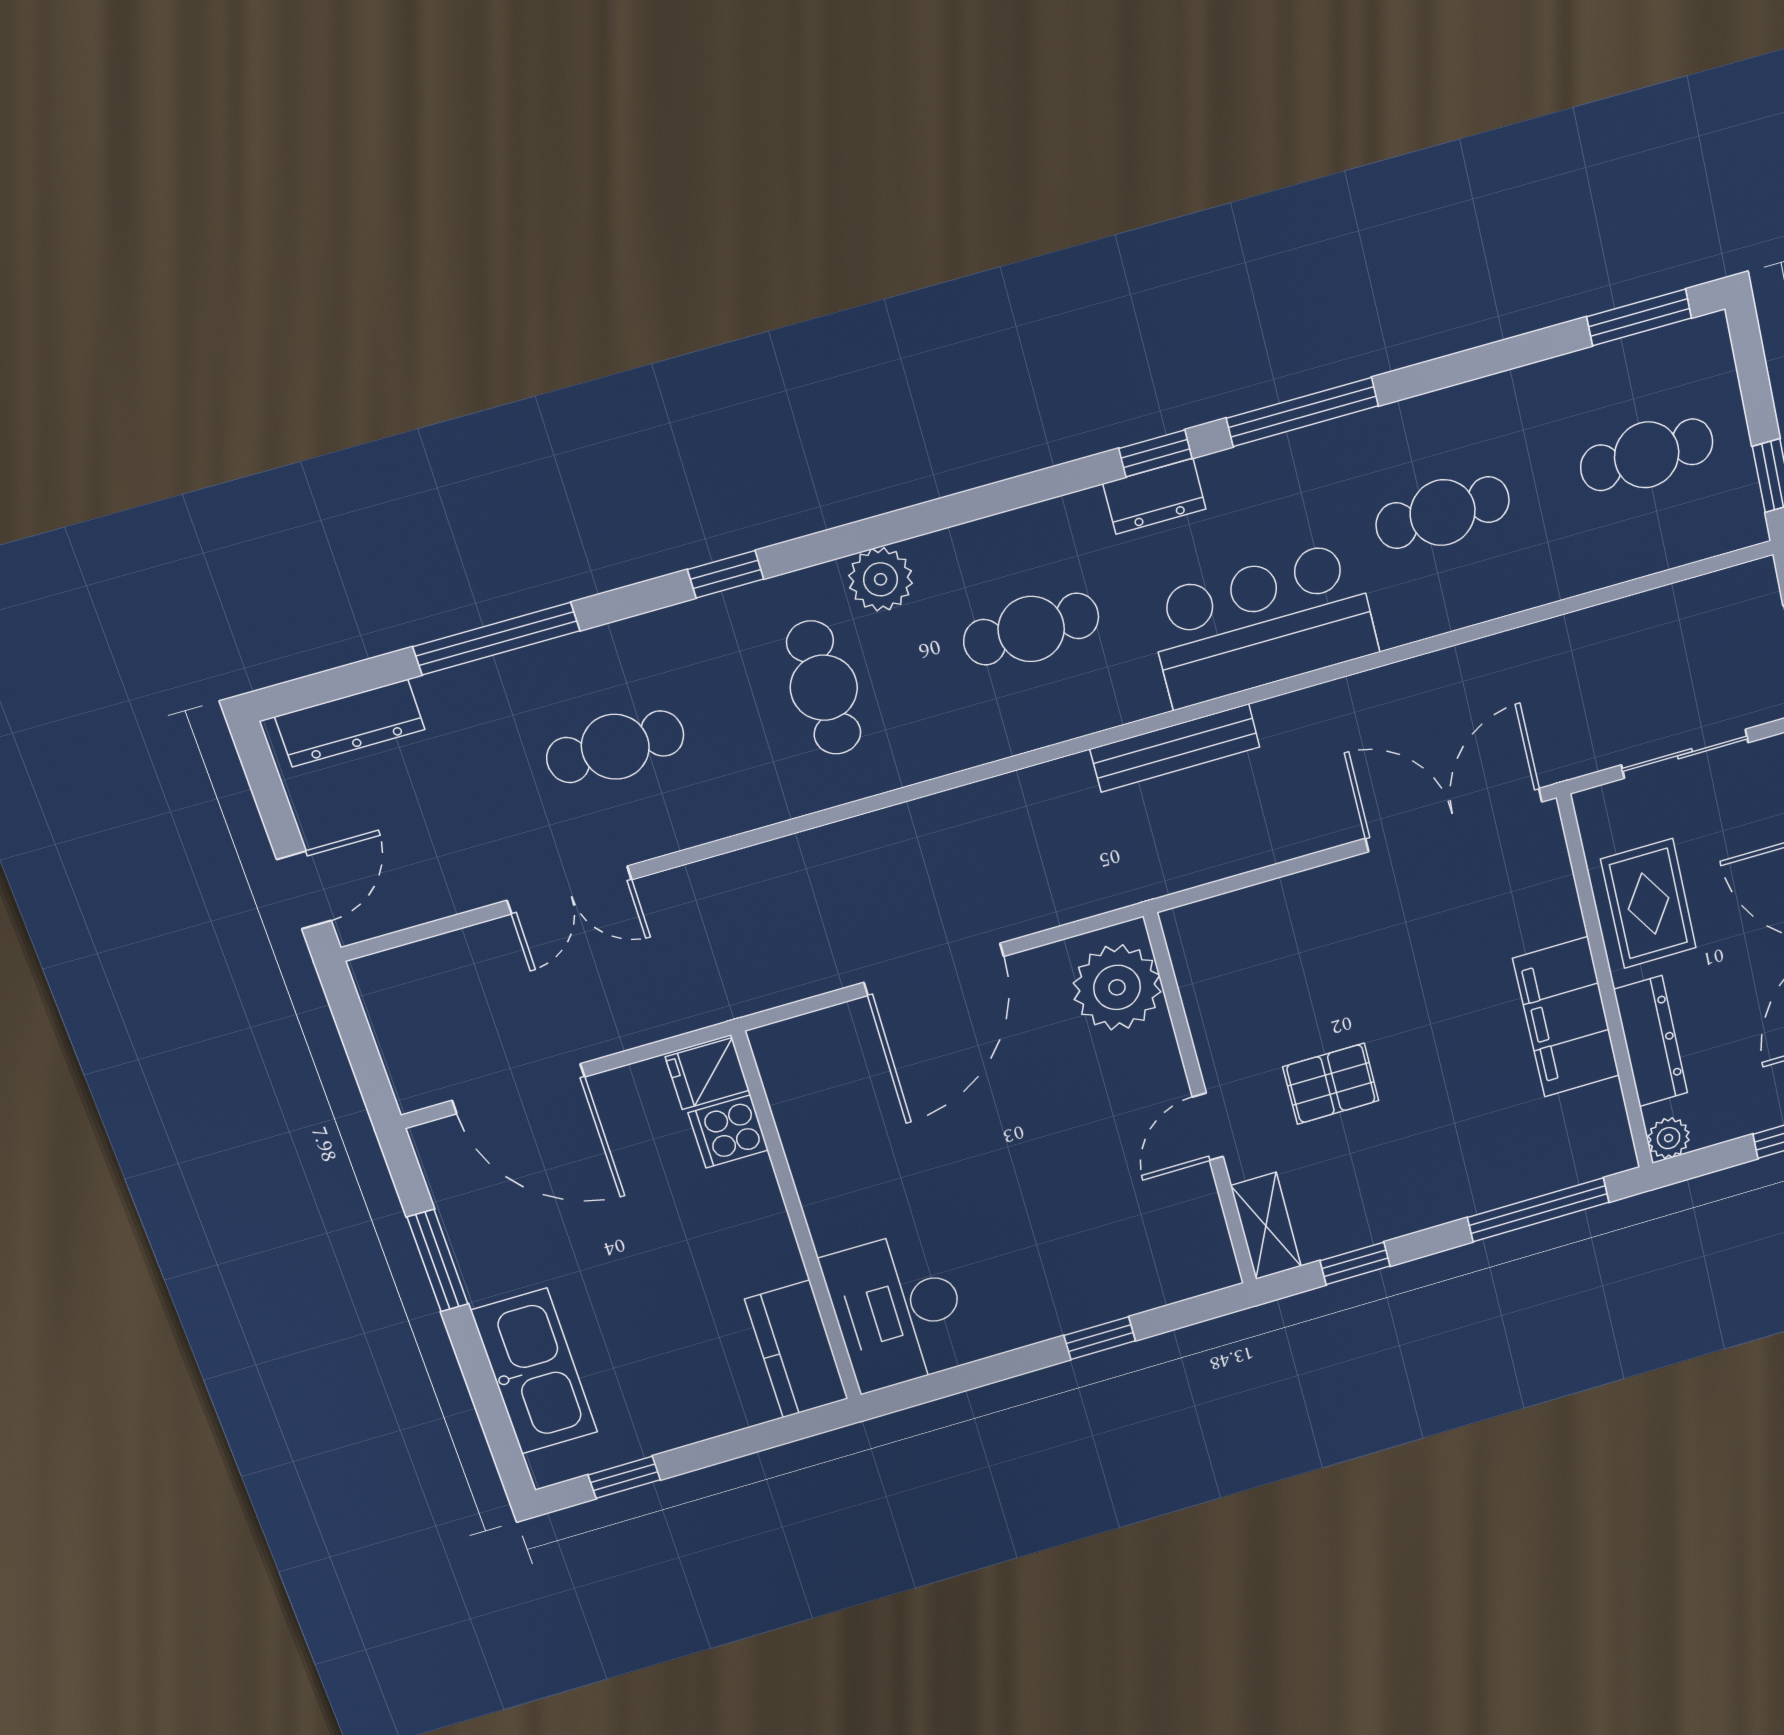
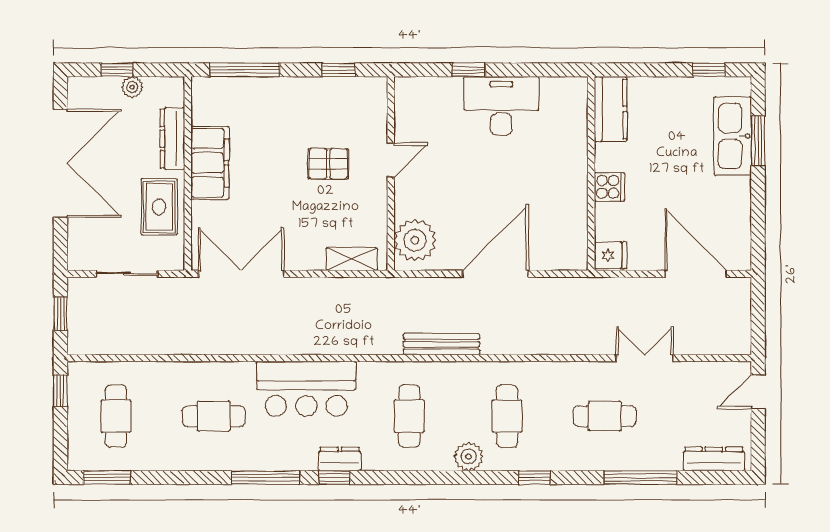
cafe table: (1647, 455) -> (116, 416), turned 90
cafe table: (1031, 629) -> (409, 416), turned 90
bench: (1175, 748) -> (441, 344), moved
double door: (1454, 820) -> (241, 274), swing flipped
cooker: (728, 1131) -> (610, 187), moved
plant: (1669, 1138) -> (132, 87), moved
shelving: (1266, 1226) -> (352, 259), moved, turned 90
window: (438, 1261) -> (758, 141), moved
desk: (898, 1310) -> (501, 106), moved, turned -90

